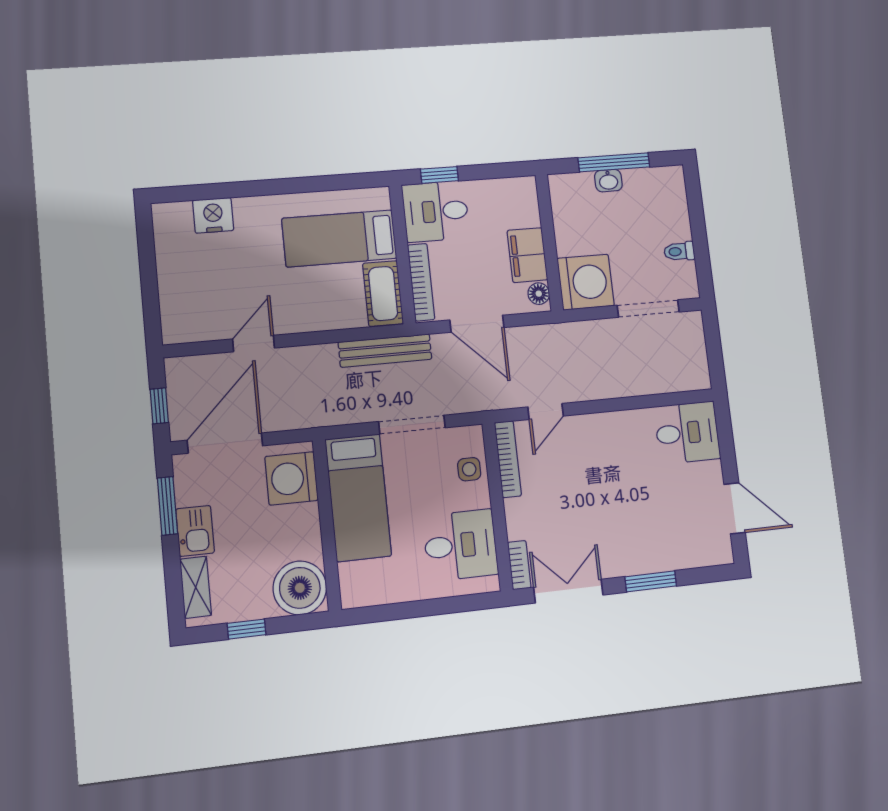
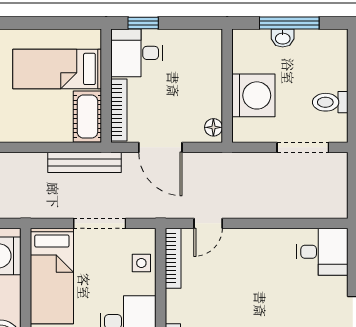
toilet: (679, 251) -> (330, 102), width x1.37, depth x1.39
filing cabinet: (527, 255) -> (208, 95), removed
washing machine: (586, 282) -> (253, 95), moved

